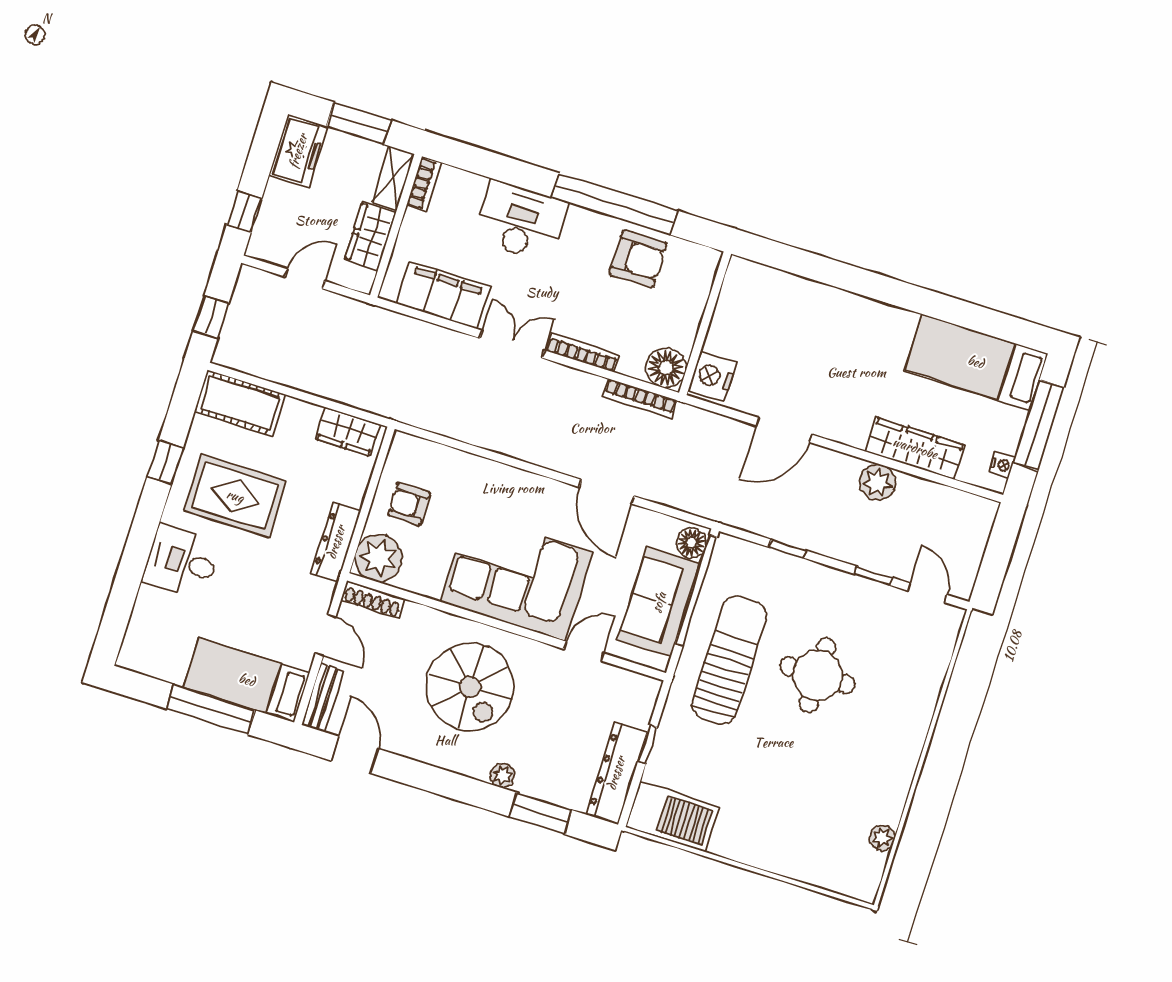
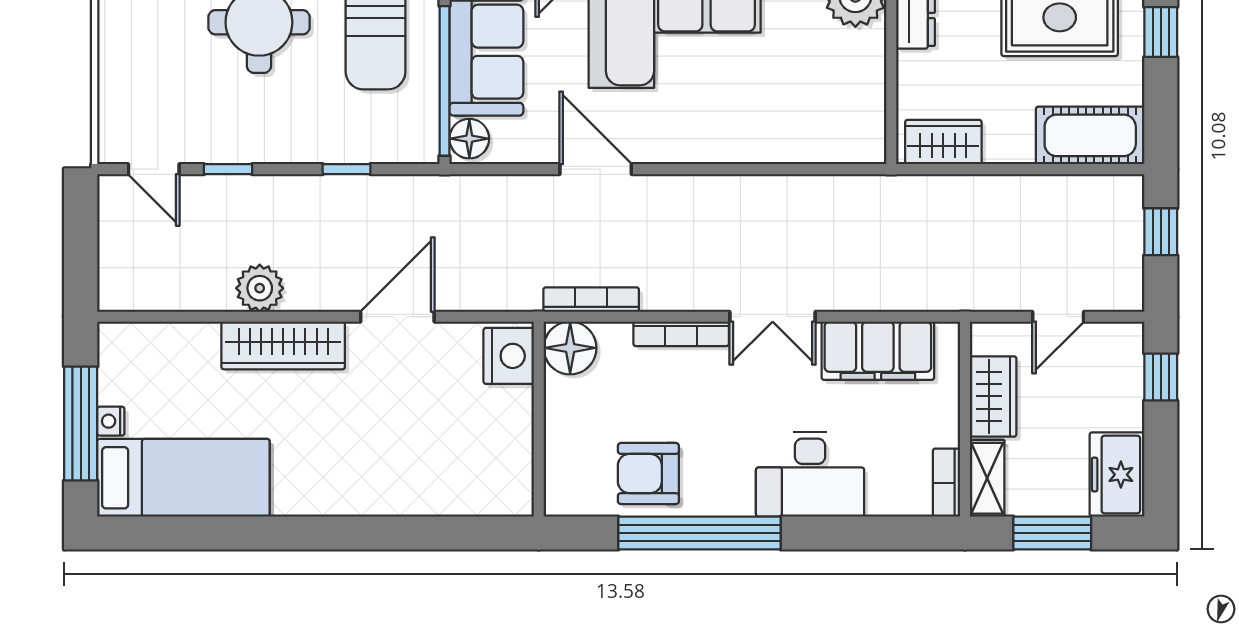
wardrobe: (915, 448) -> (283, 345), moved
nightstand: (1002, 465) -> (111, 421), moved
armchair: (409, 504) -> (838, 75), removed

